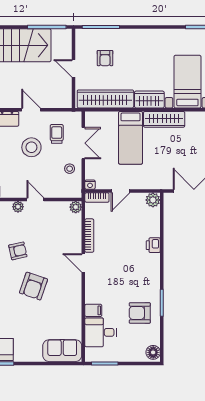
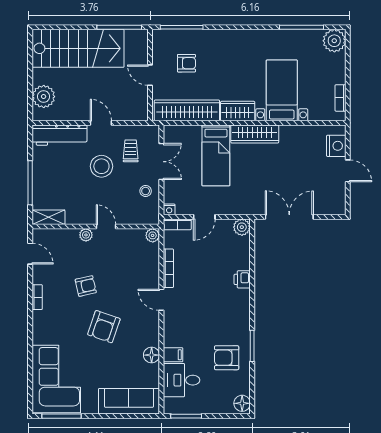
armchair: (105, 58) -> (186, 63), turned -90
floor lamp: (75, 311) -> (152, 355), added
sofa: (62, 351) -> (129, 401), width x1.36

